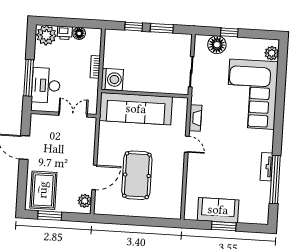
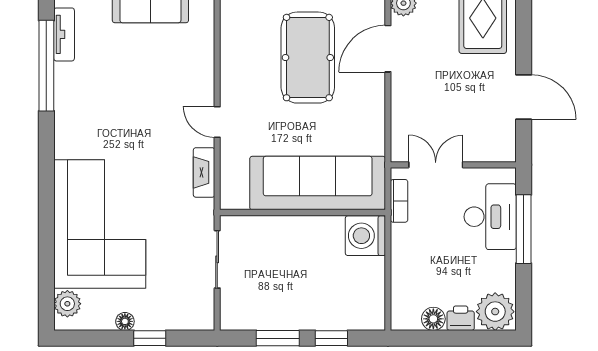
floor lamp: (217, 45) -> (125, 321), moved, width x0.53, depth x0.53
bookcase: (95, 67) -> (399, 201), moved
double door: (73, 115) -> (436, 165), swing flipped
tv unit: (266, 167) -> (64, 34), moved

